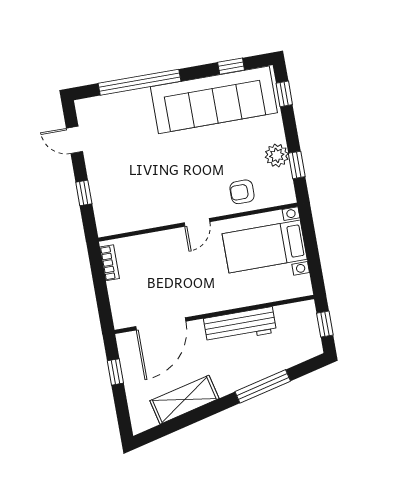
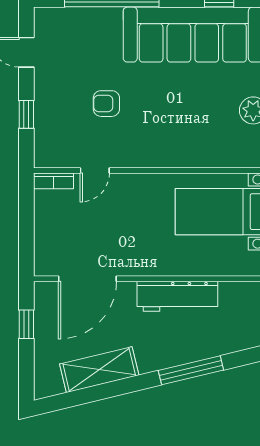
armchair: (242, 192) -> (106, 104), moved
door: (197, 222) -> (95, 171), moved
bookcase: (110, 263) -> (53, 181), moved, turned 90

